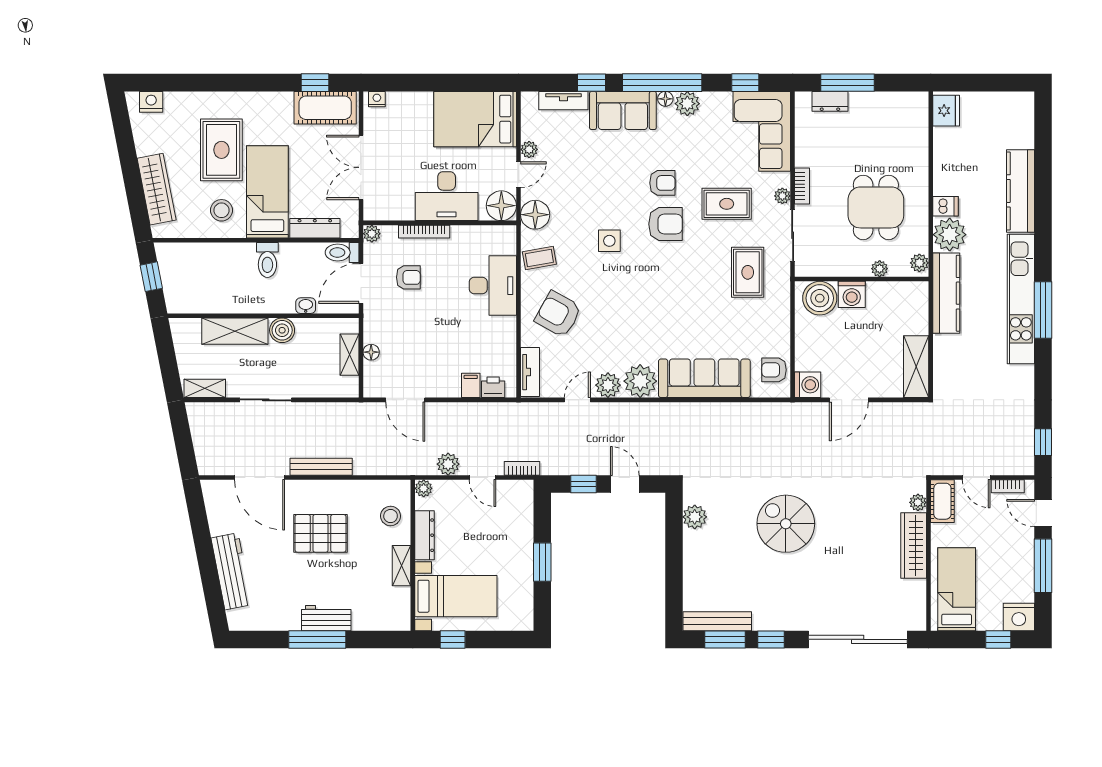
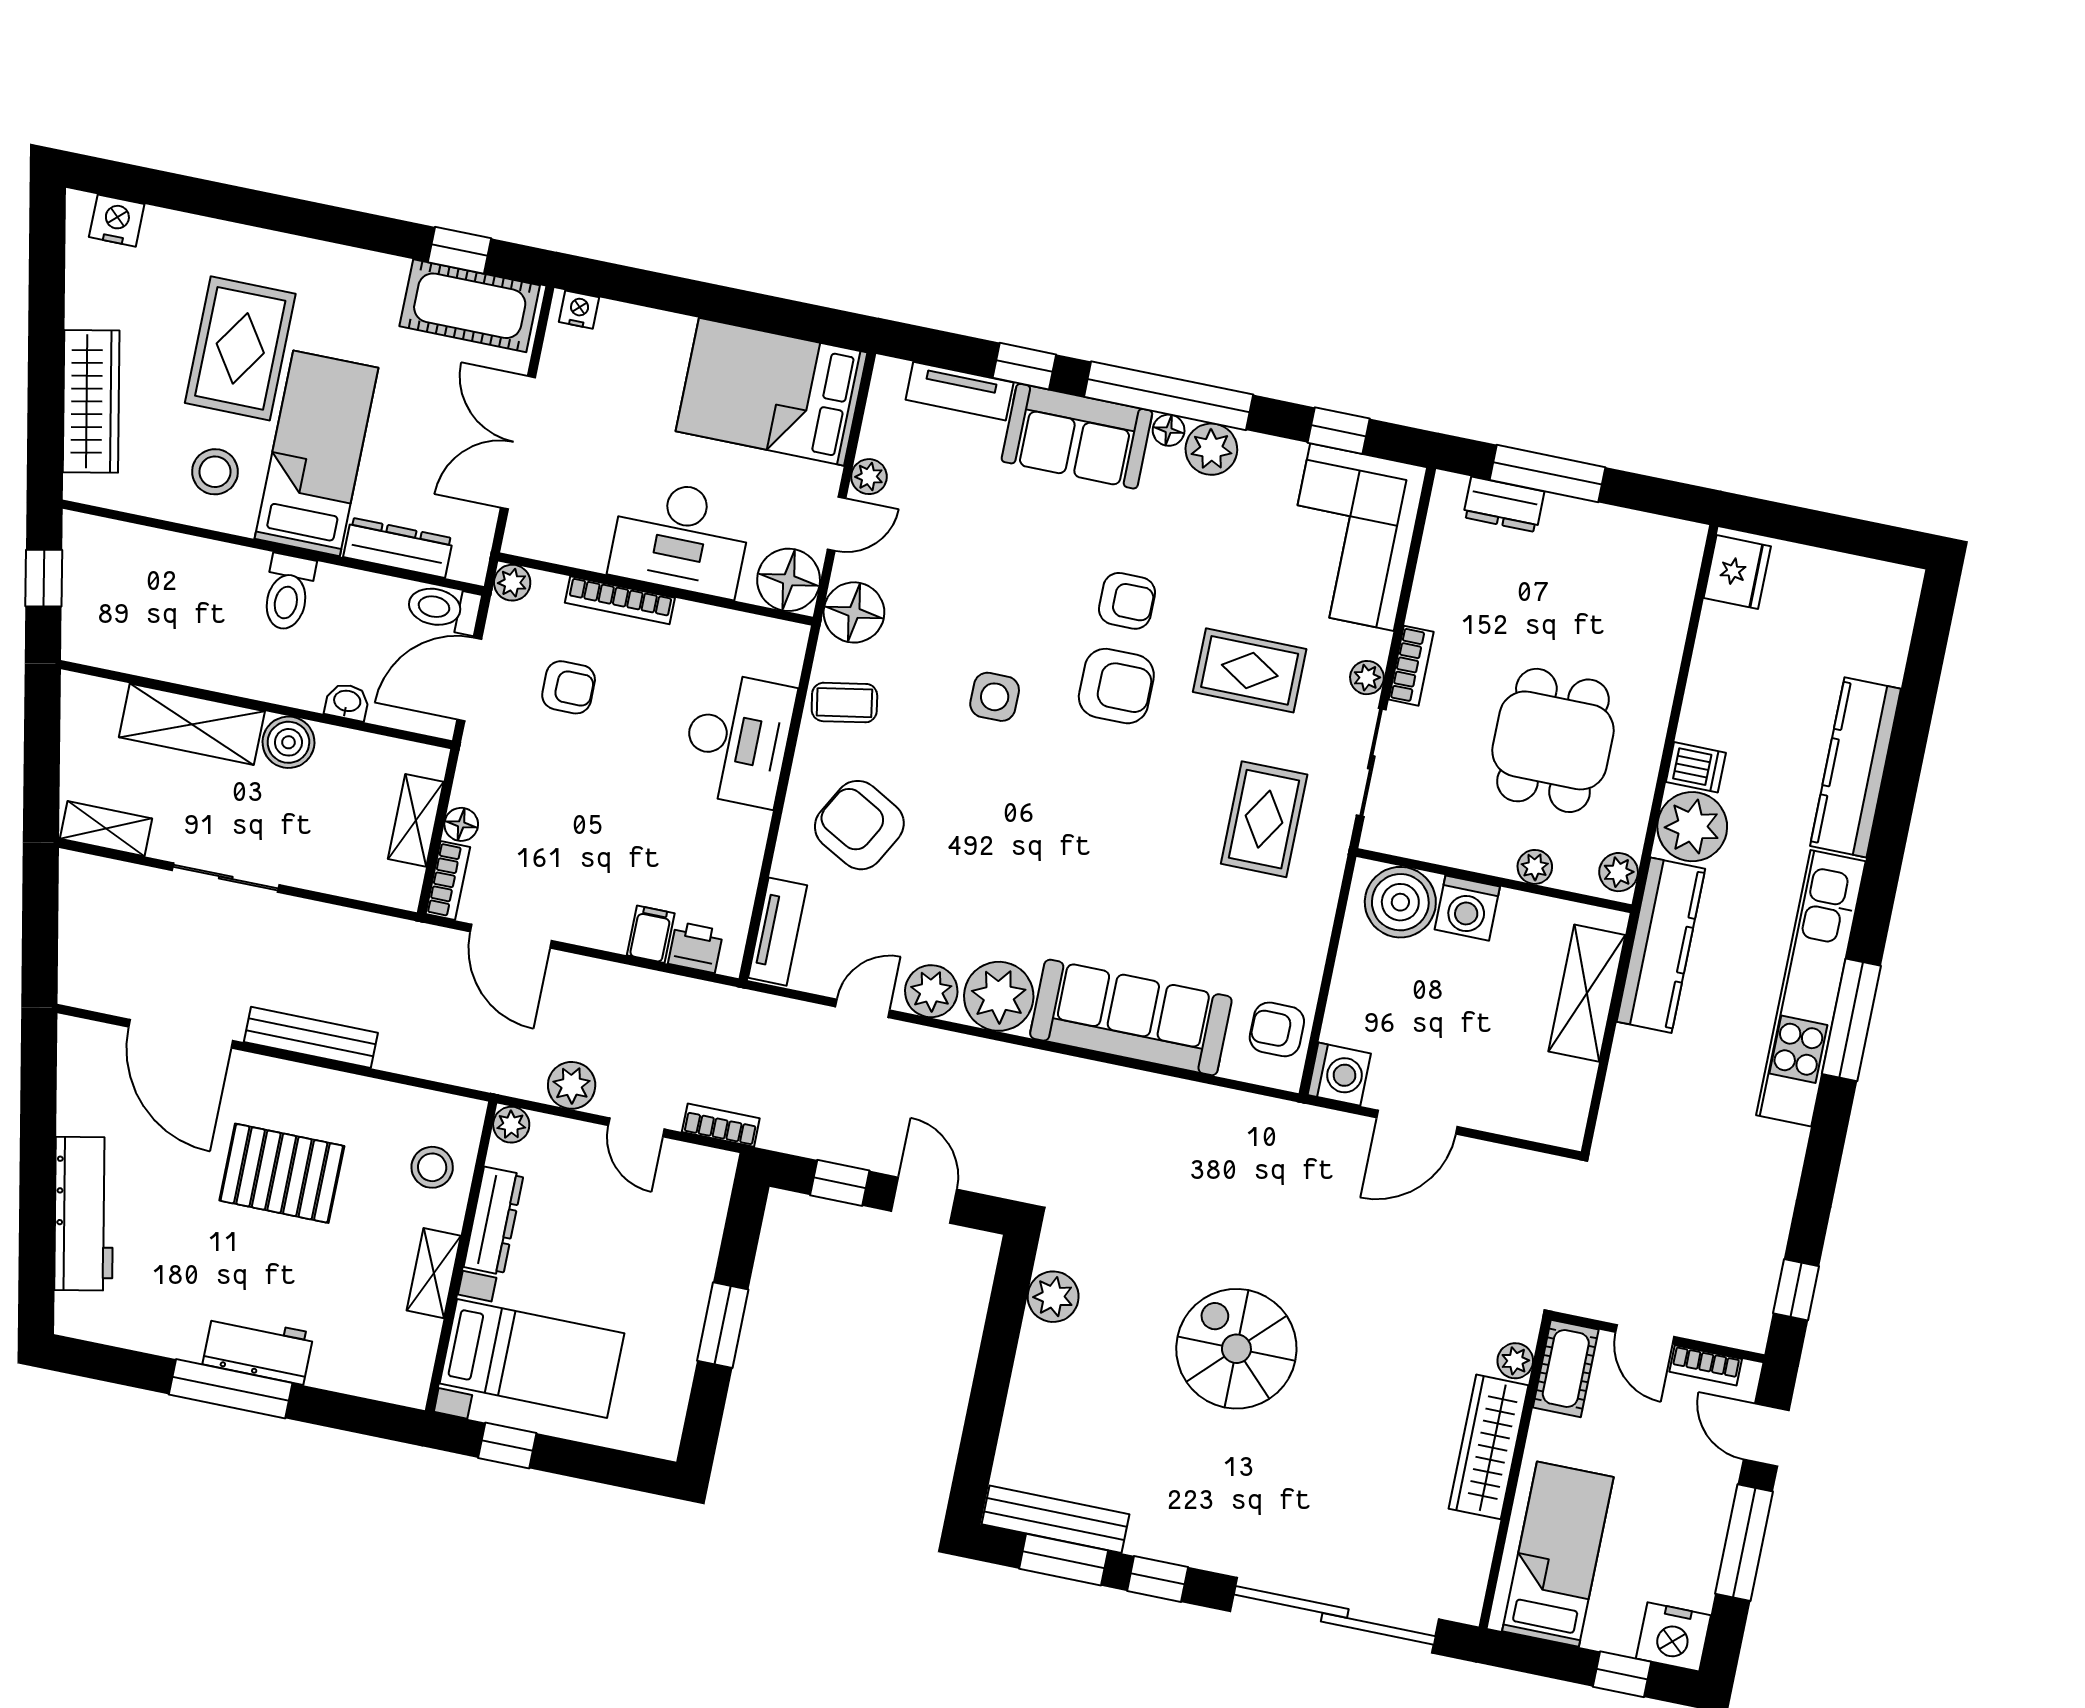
shelving: (916, 367) -> (1587, 993), moved
bookcase: (370, 380) -> (448, 880), added

